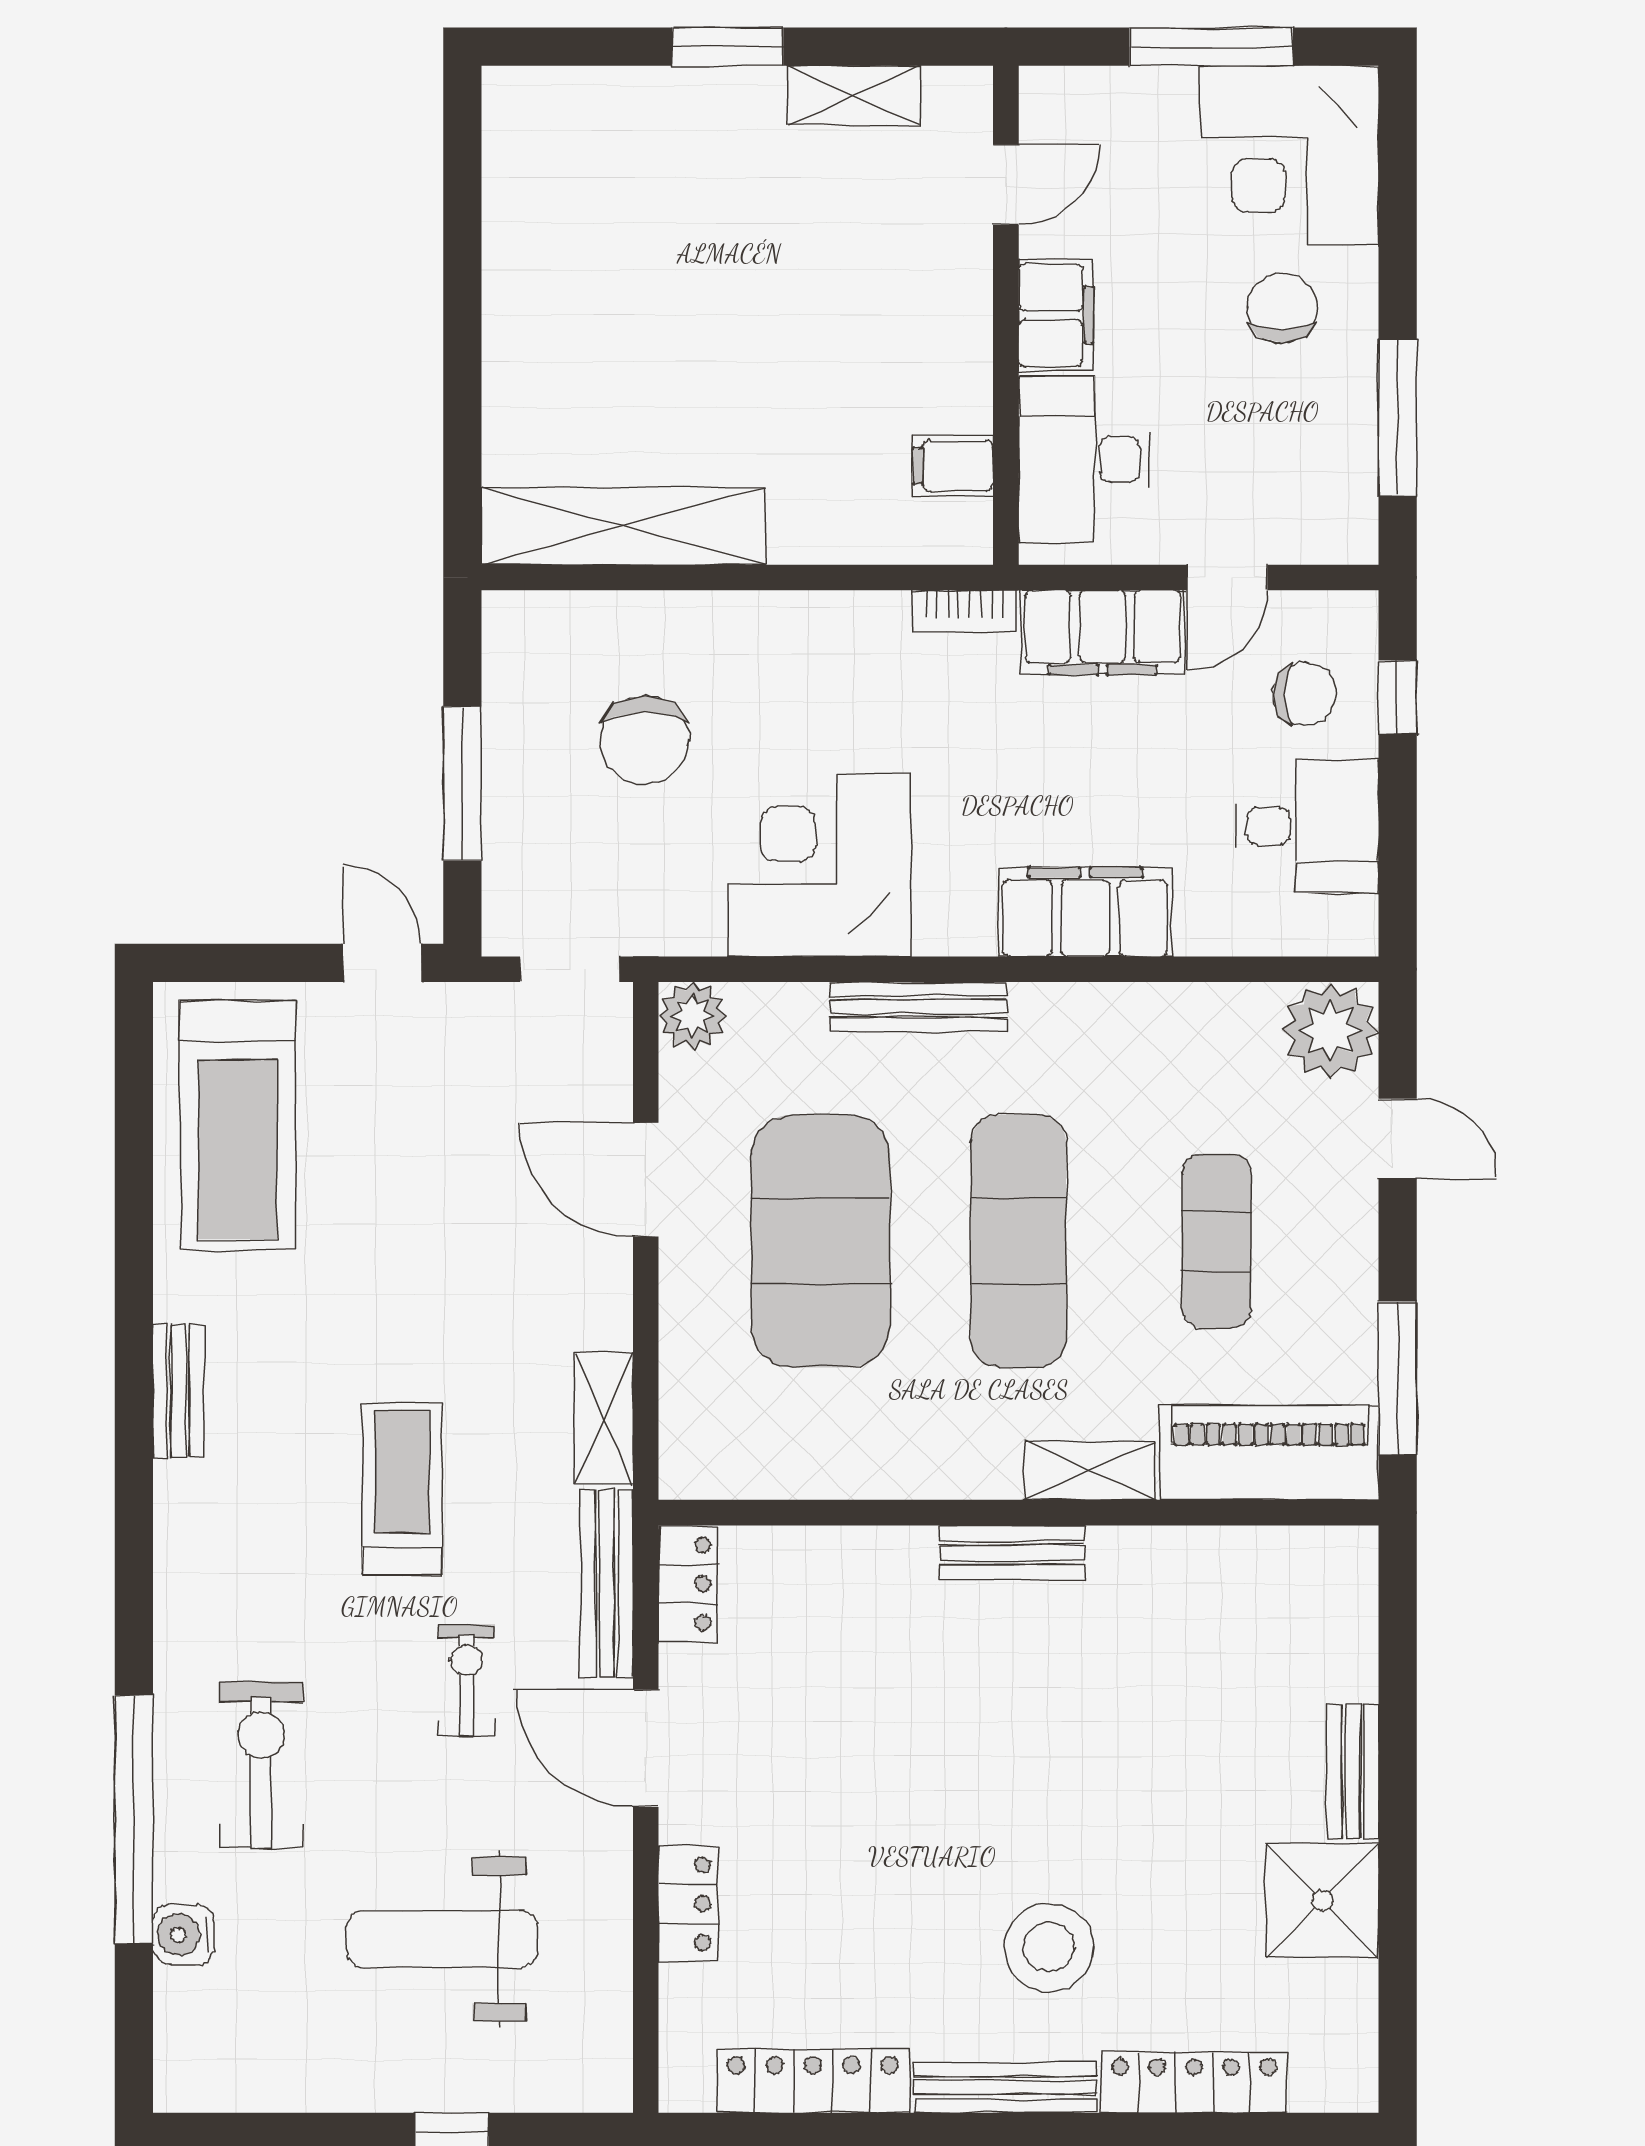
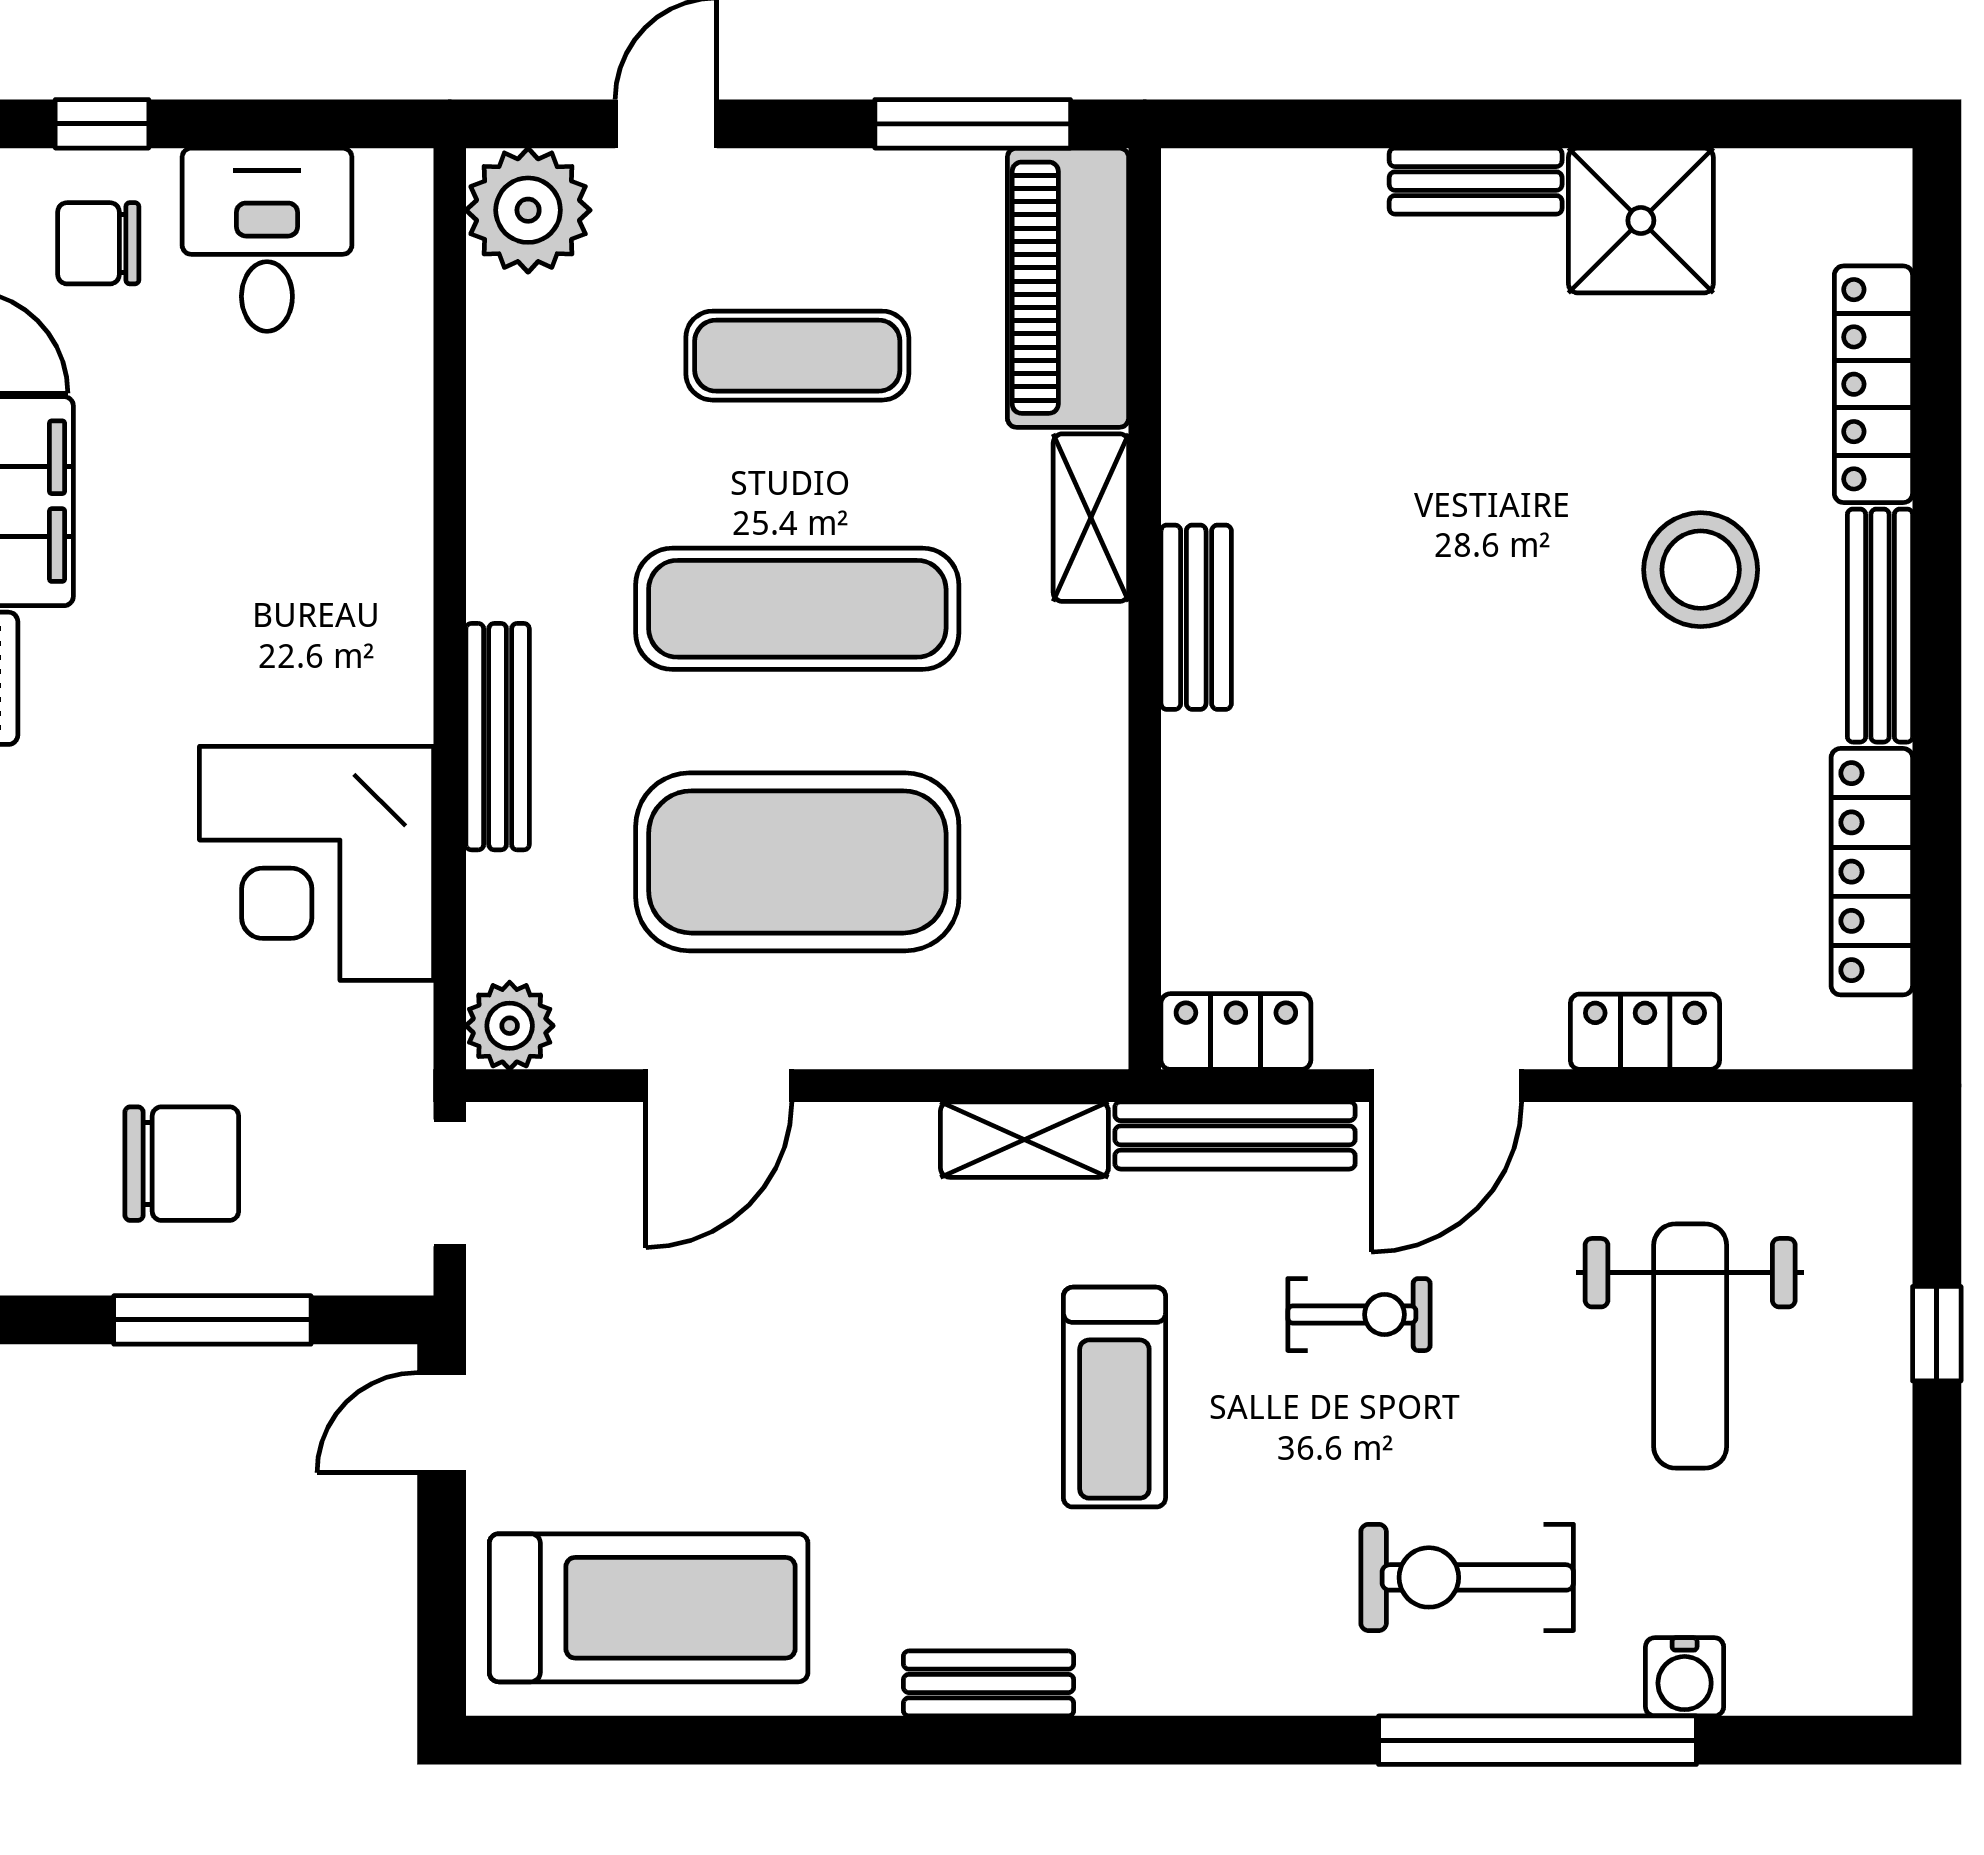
chair: (1304, 694) -> (98, 243), turned -90
chair: (645, 740) -> (182, 1164), moved
filing cabinet: (1085, 912) -> (376, 523), removed
treadmill: (402, 1489) -> (1114, 1397), turned -90
exercise bike: (467, 1680) -> (1359, 1315), turned 180

